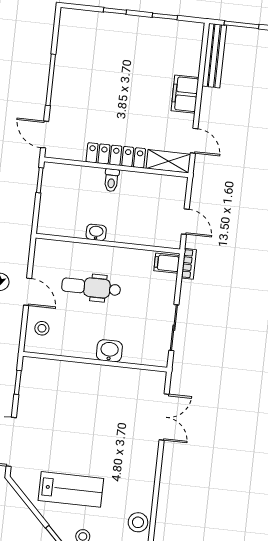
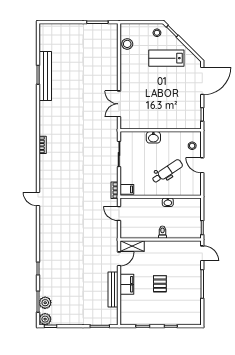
bench: (214, 56) -> (113, 290), moved
pallet: (126, 89) -> (160, 284), added
door: (194, 141) -> (119, 259), swing flipped
locker: (116, 155) -> (162, 246), removed
dental chair: (91, 287) -> (167, 171), turned -34

